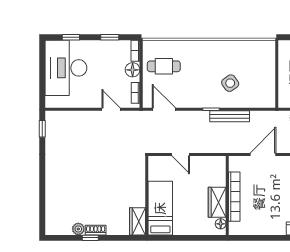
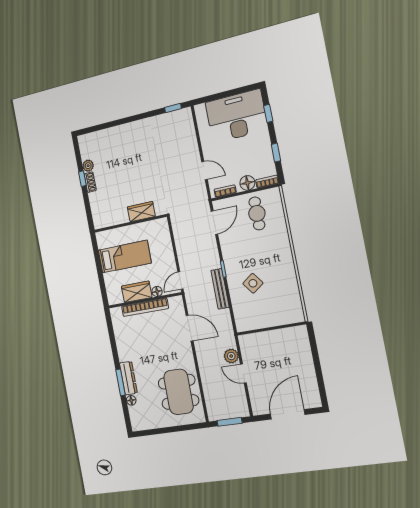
door: (111, 109) -> (204, 170), hinge flipped
door: (181, 155) -> (180, 281), moved
bed: (160, 208) -> (125, 257), moved
wardrobe: (137, 221) -> (141, 212), moved
floor lamp: (221, 224) -> (157, 291), moved

